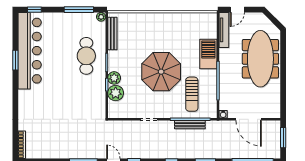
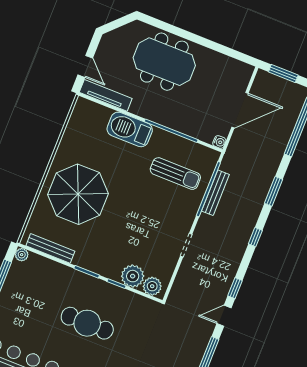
cafe table: (86, 56) -> (87, 323), moved
meeting table: (260, 59) -> (164, 62), width x0.73
parasol: (161, 72) -> (78, 194), moved
plant: (114, 78) -> (152, 286), moved

